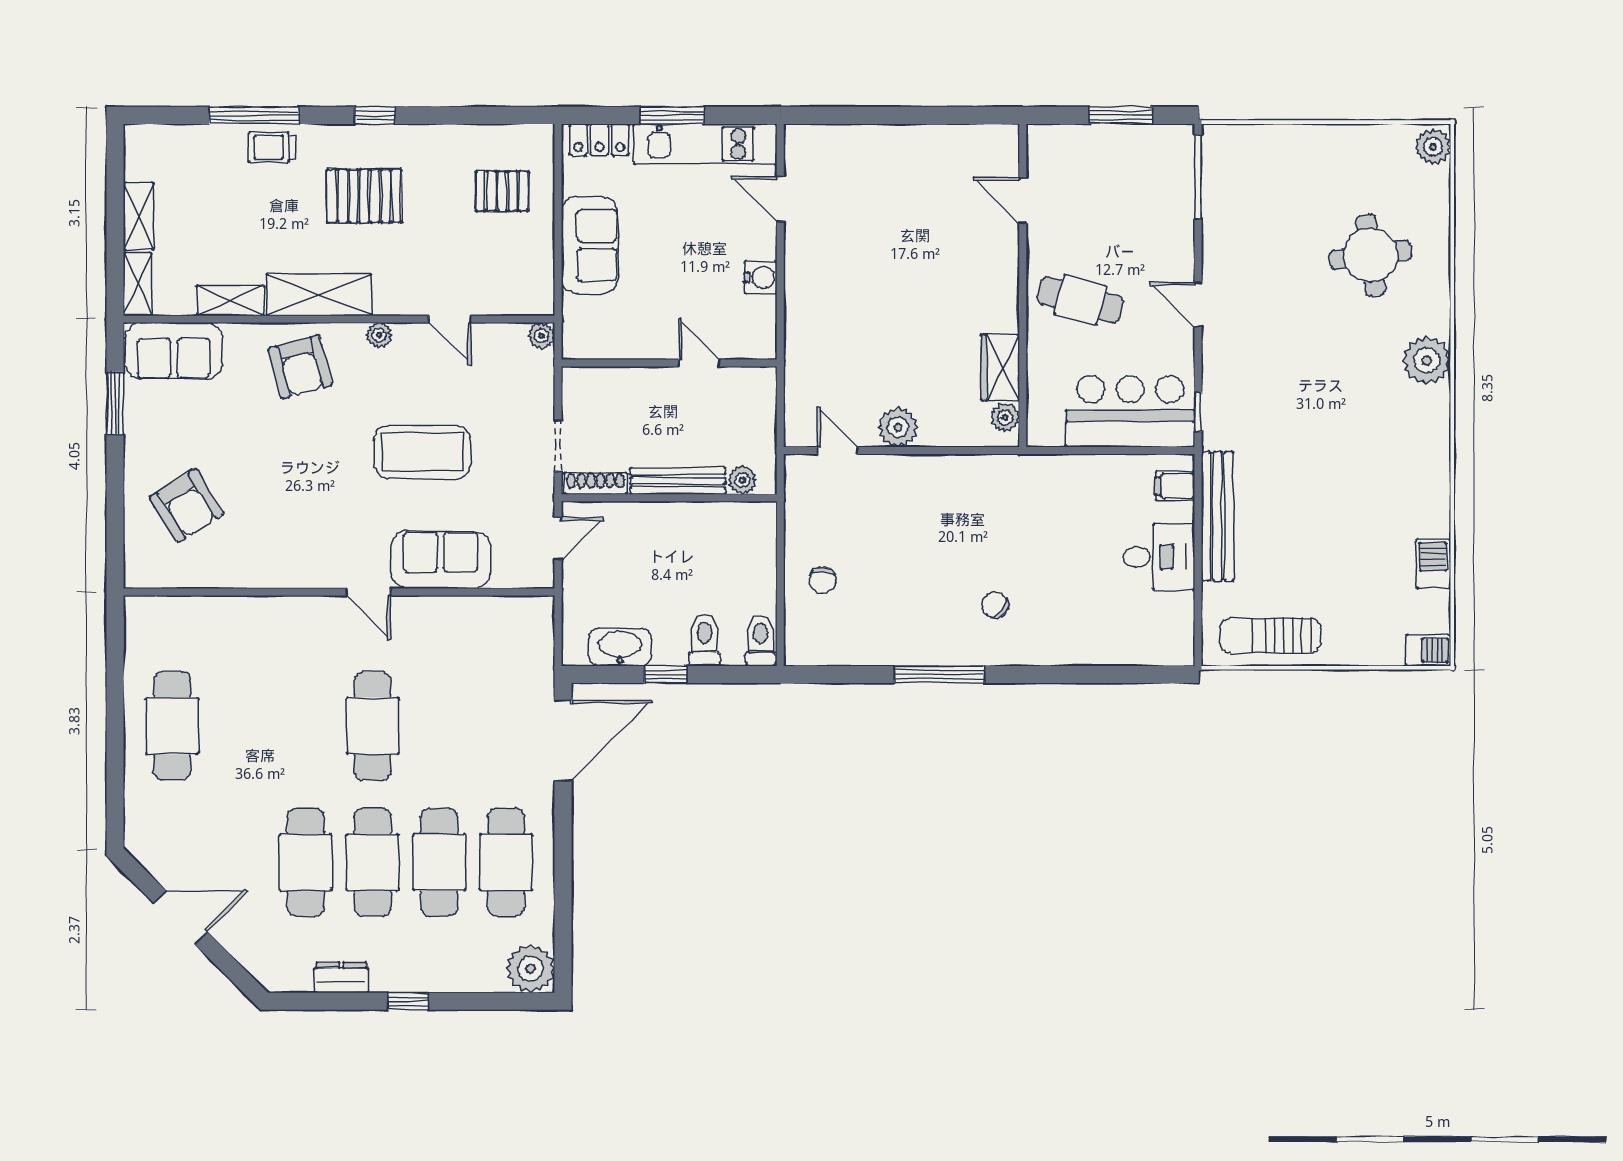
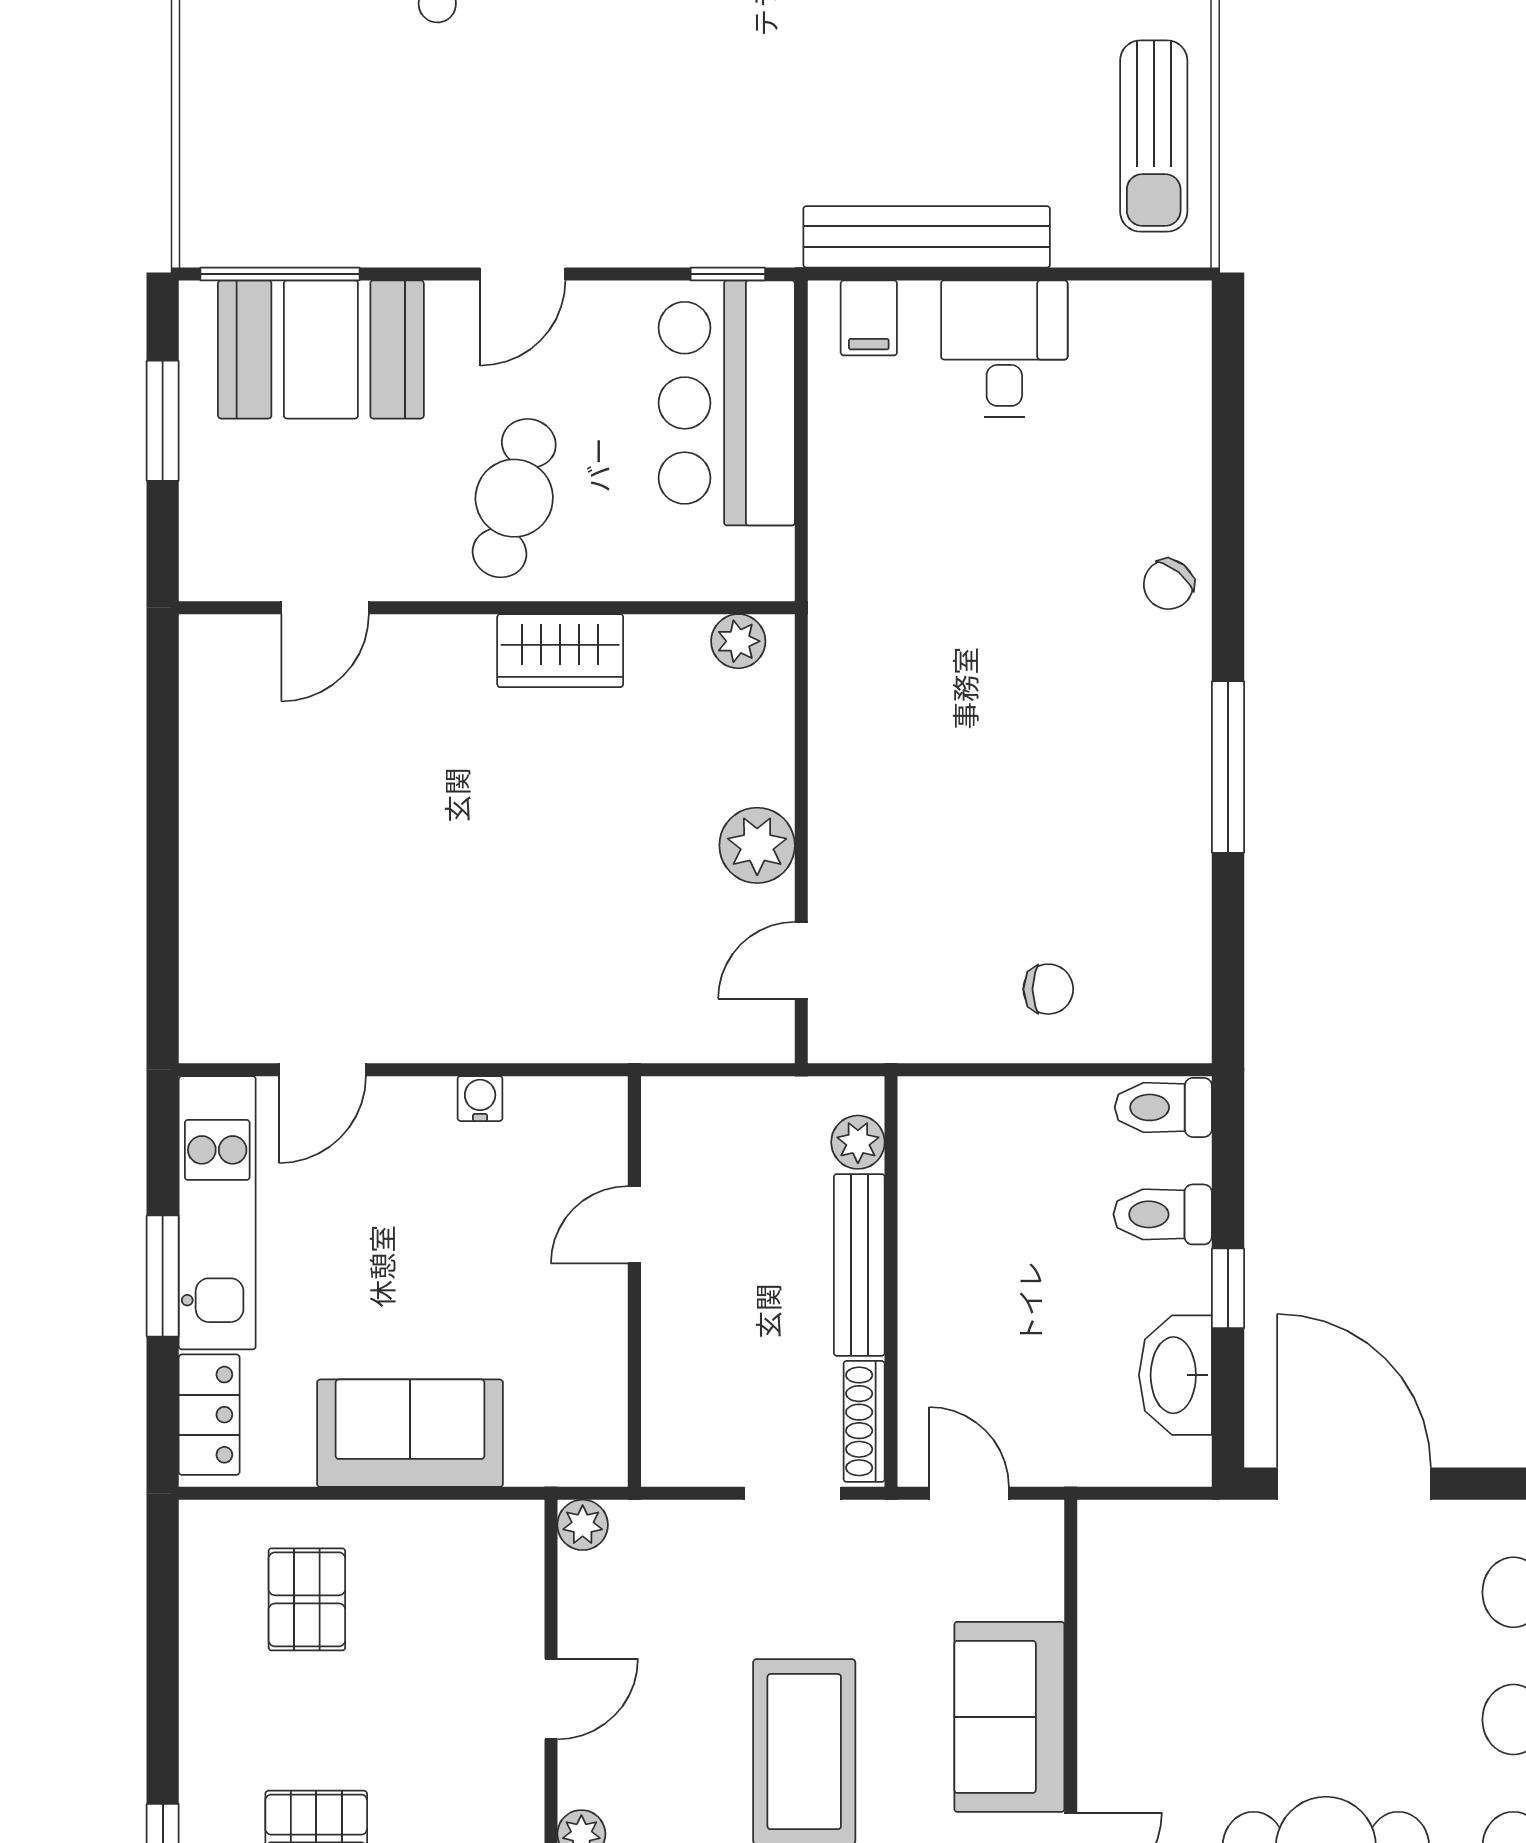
booth: (1158, 198) -> (321, 349), added
water cooler: (761, 277) -> (480, 1099), width x0.72, depth x0.72
wardrobe: (1000, 367) -> (560, 651), moved
chair: (995, 605) -> (1169, 584), moved

